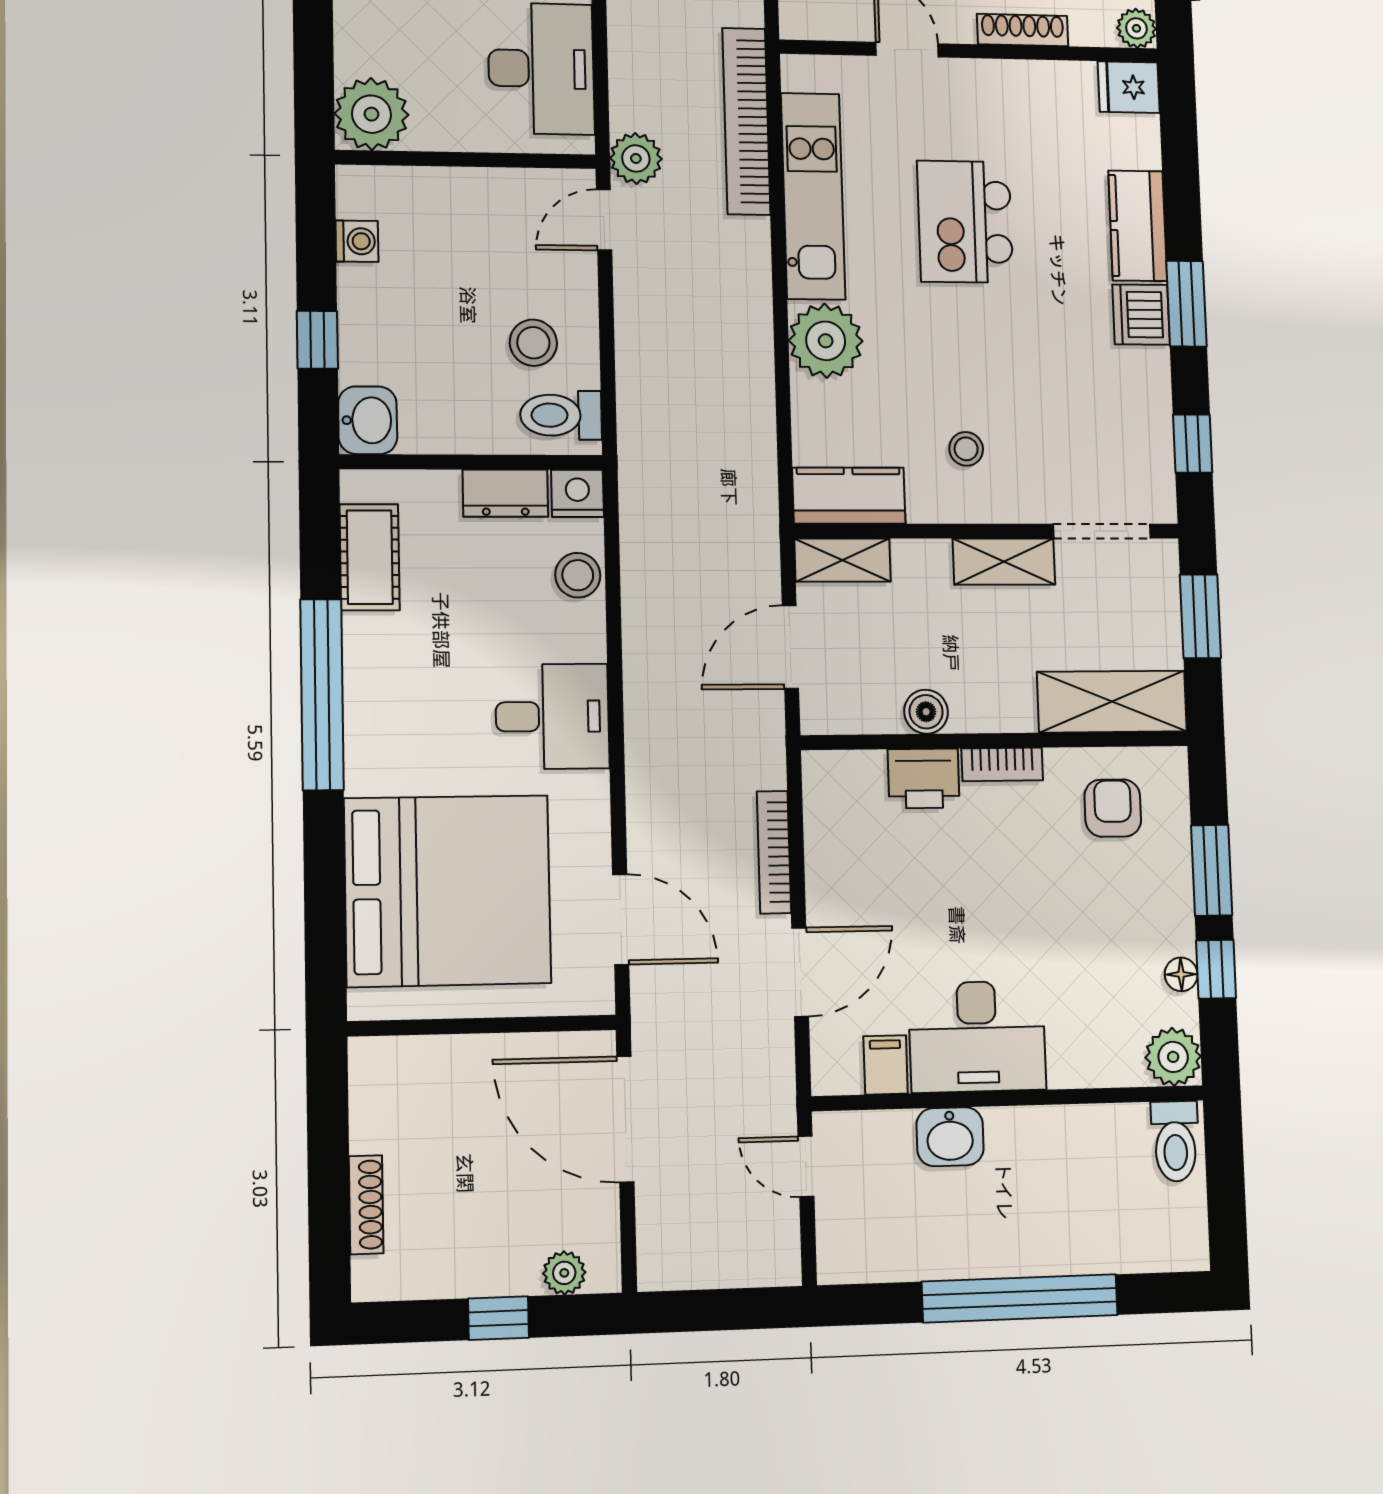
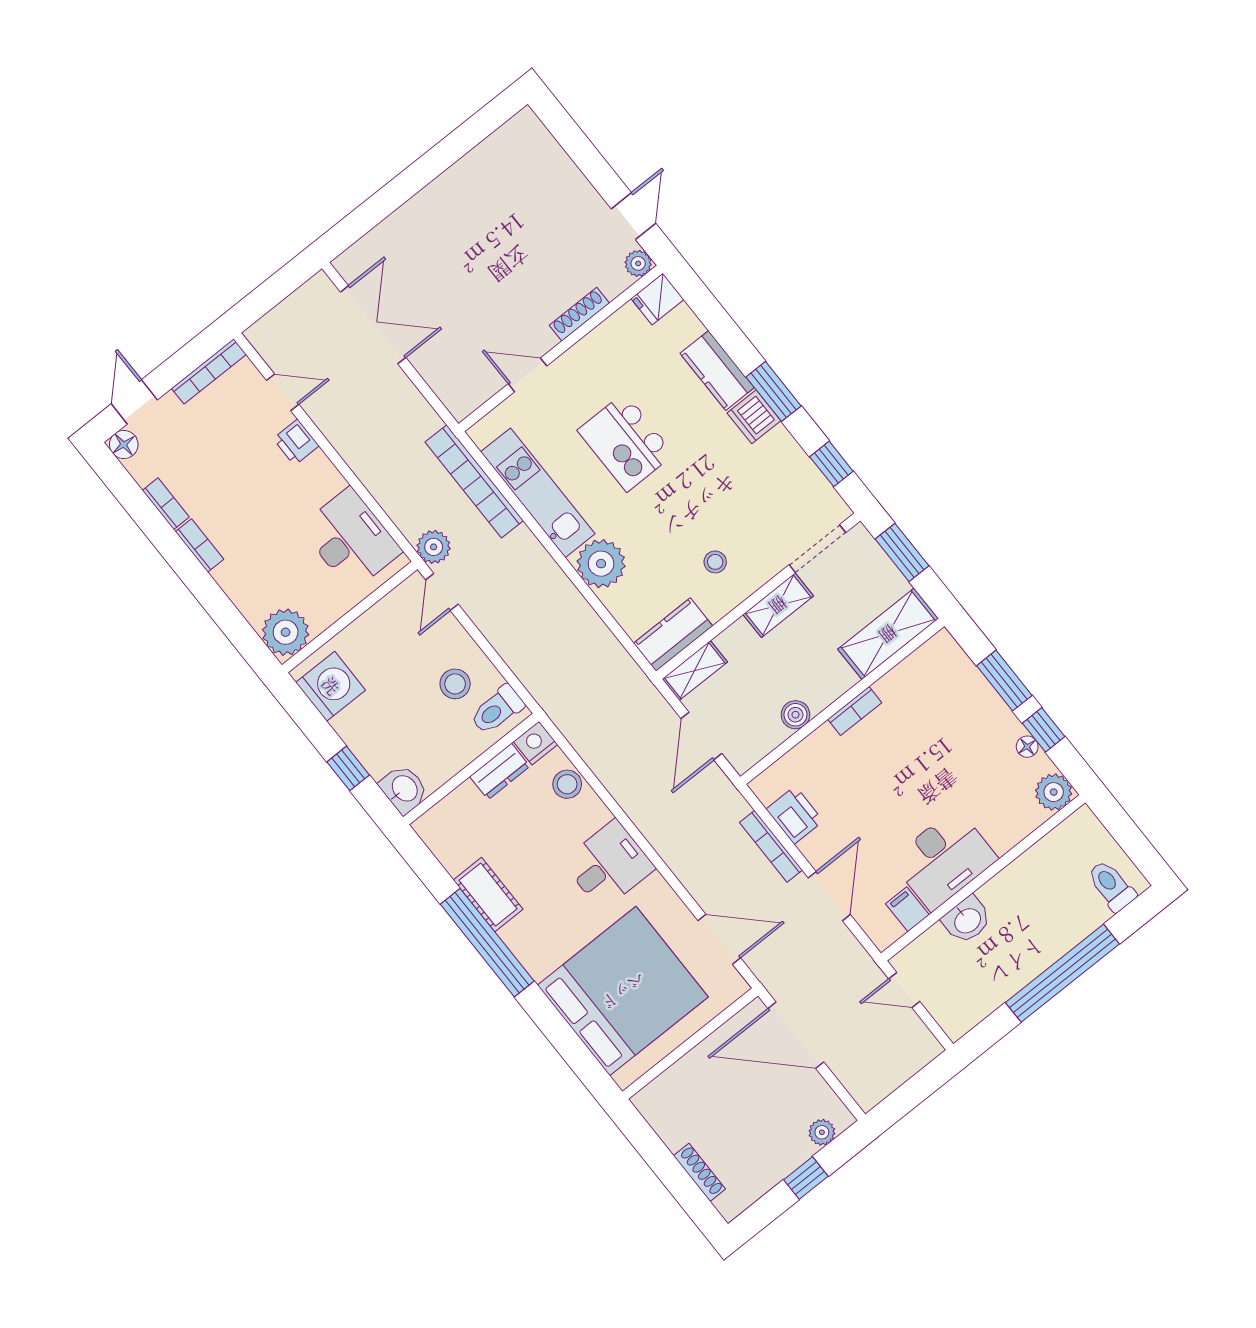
washing machine: (357, 241) -> (331, 686), width x1.89, depth x1.89
cot: (370, 557) -> (488, 895), moved
printer: (924, 778) -> (795, 815), moved, turned -90
armchair: (1113, 808) -> (929, 689), removed
toilet: (1175, 1141) -> (1111, 886), moved, turned 180

